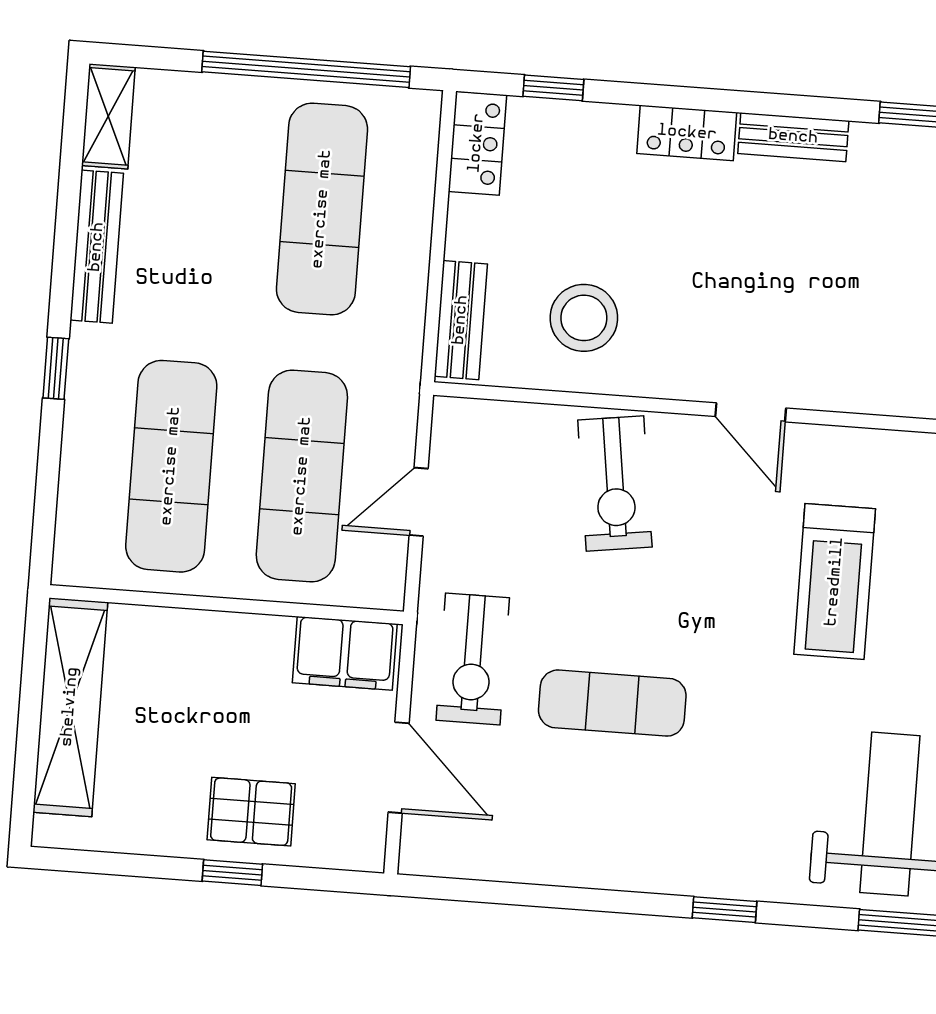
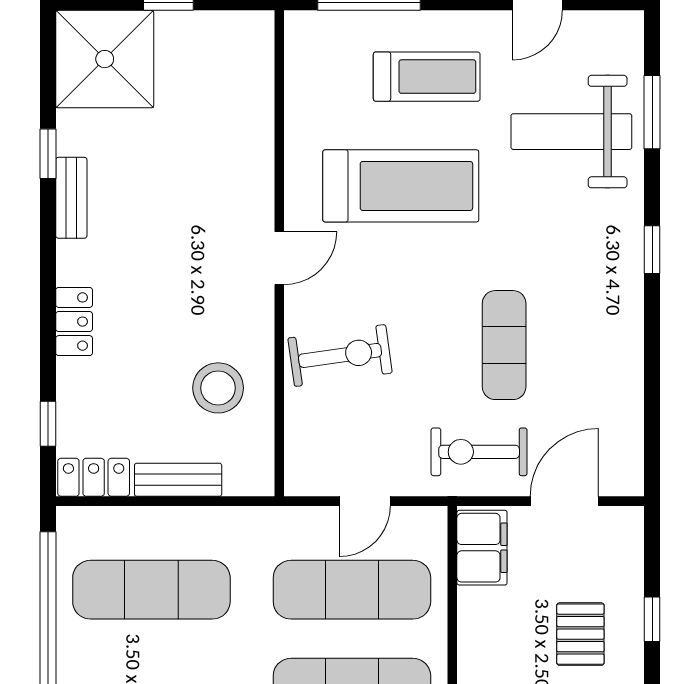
bench: (793, 137) -> (71, 198), moved
bench: (461, 320) -> (178, 480), moved
door: (419, 502) -> (365, 501), hinge flipped
treadmill: (835, 582) -> (401, 186), width x1.37, depth x1.38
exercise bike: (473, 659) -> (479, 452), turned 180
pallet: (251, 812) -> (580, 634), moved

